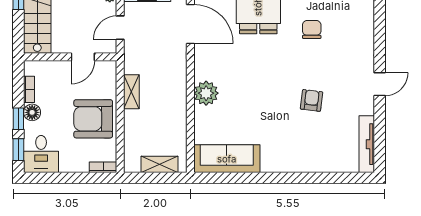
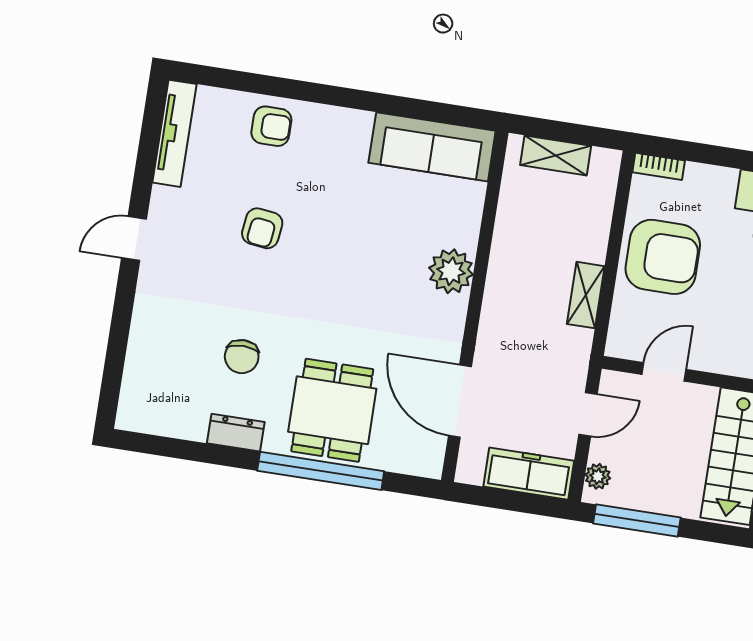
armchair: (315, 156) -> (271, 126), added

